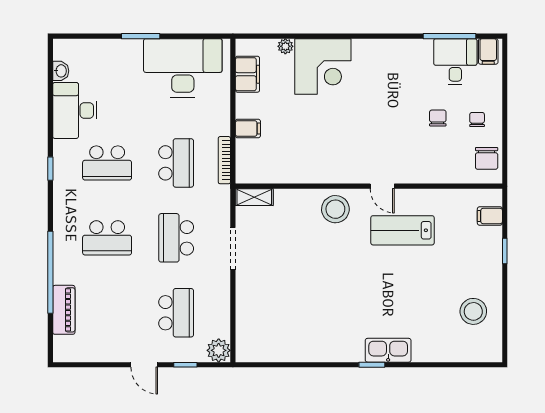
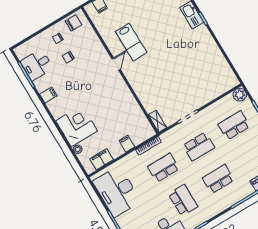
filing cabinet: (488, 51) -> (48, 95), moved
stool: (335, 209) -> (140, 80), removed
school desk: (107, 238) -> (218, 179), turned -90

